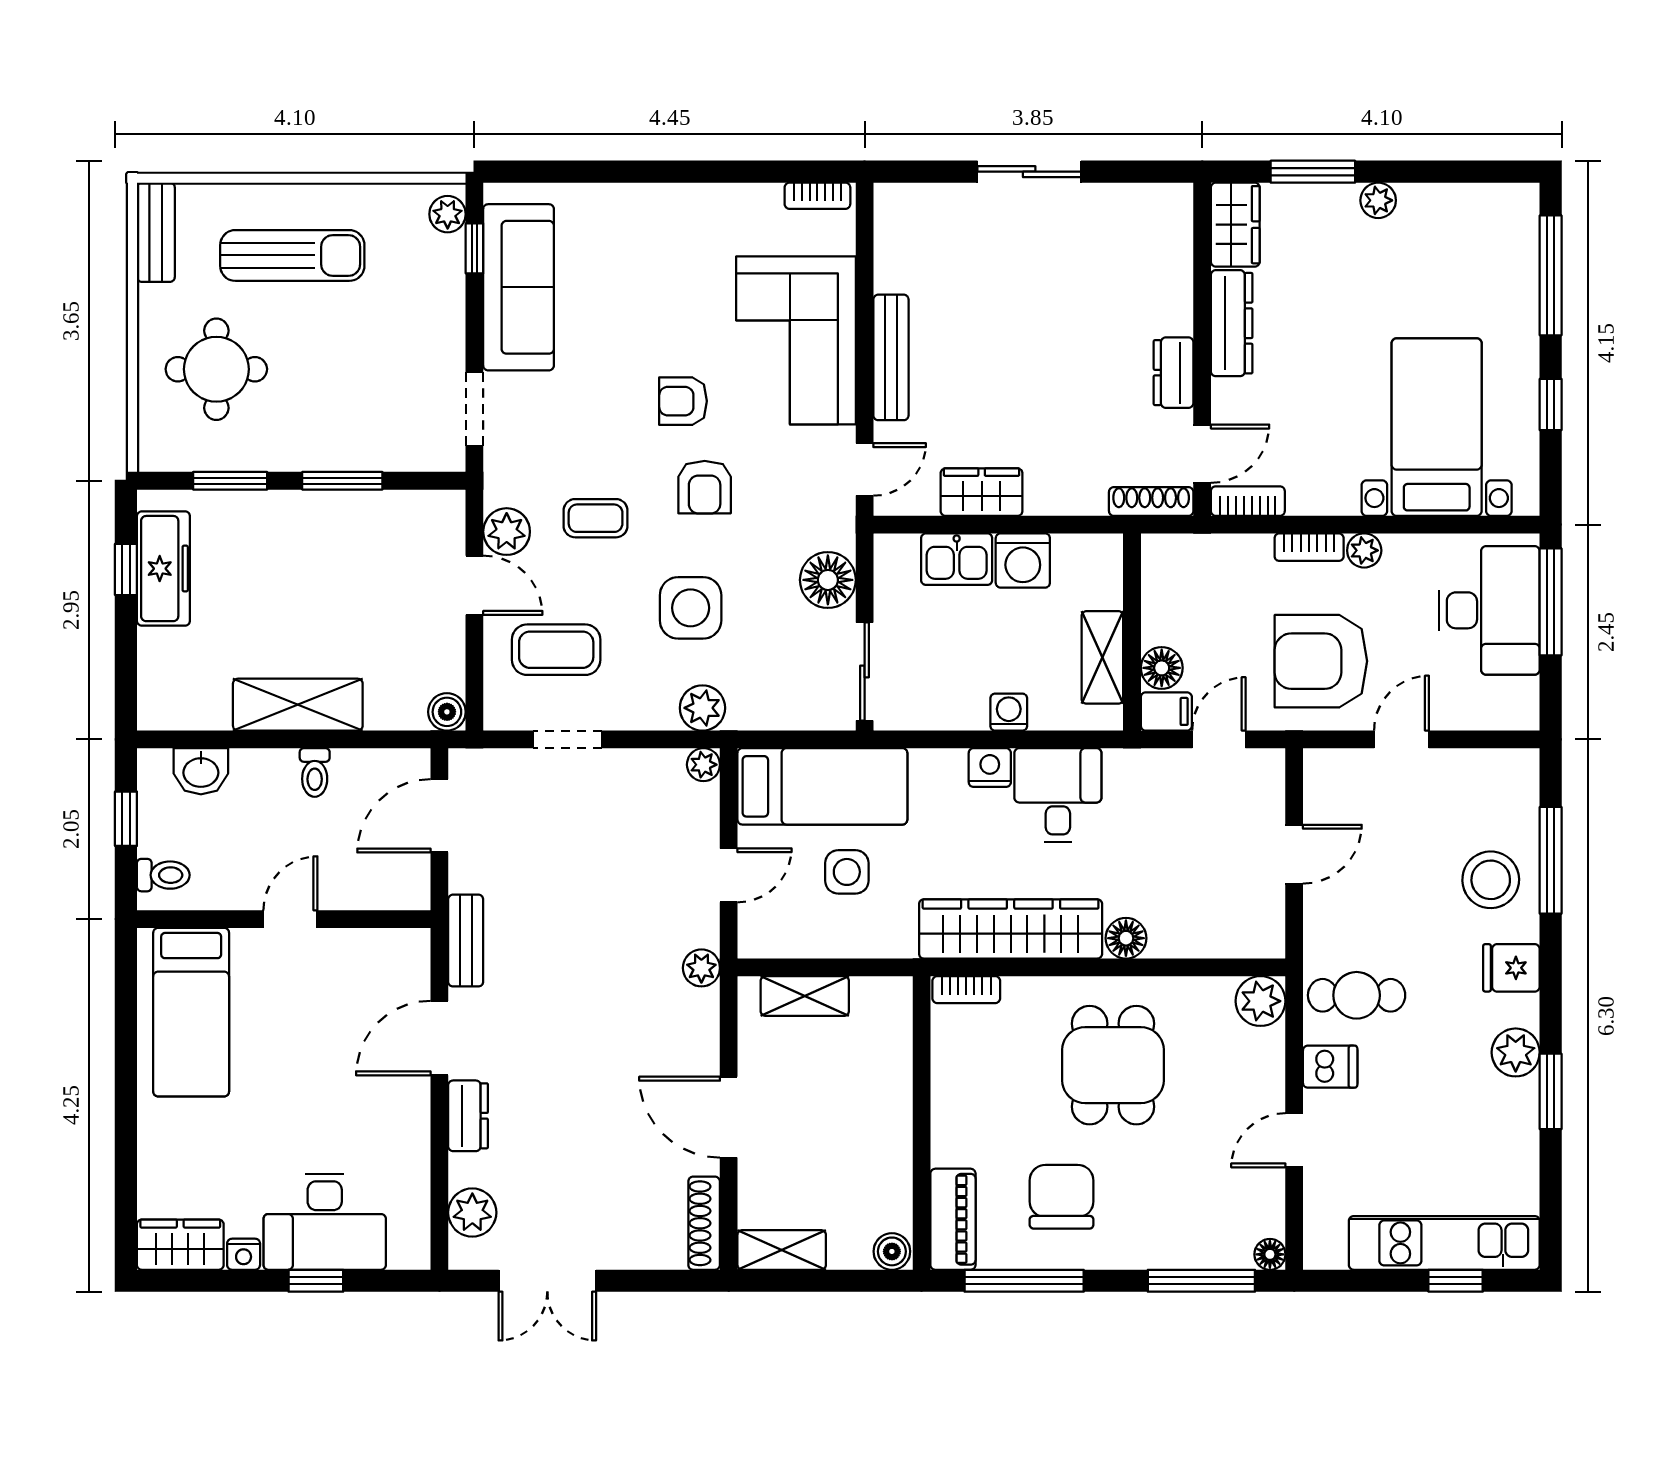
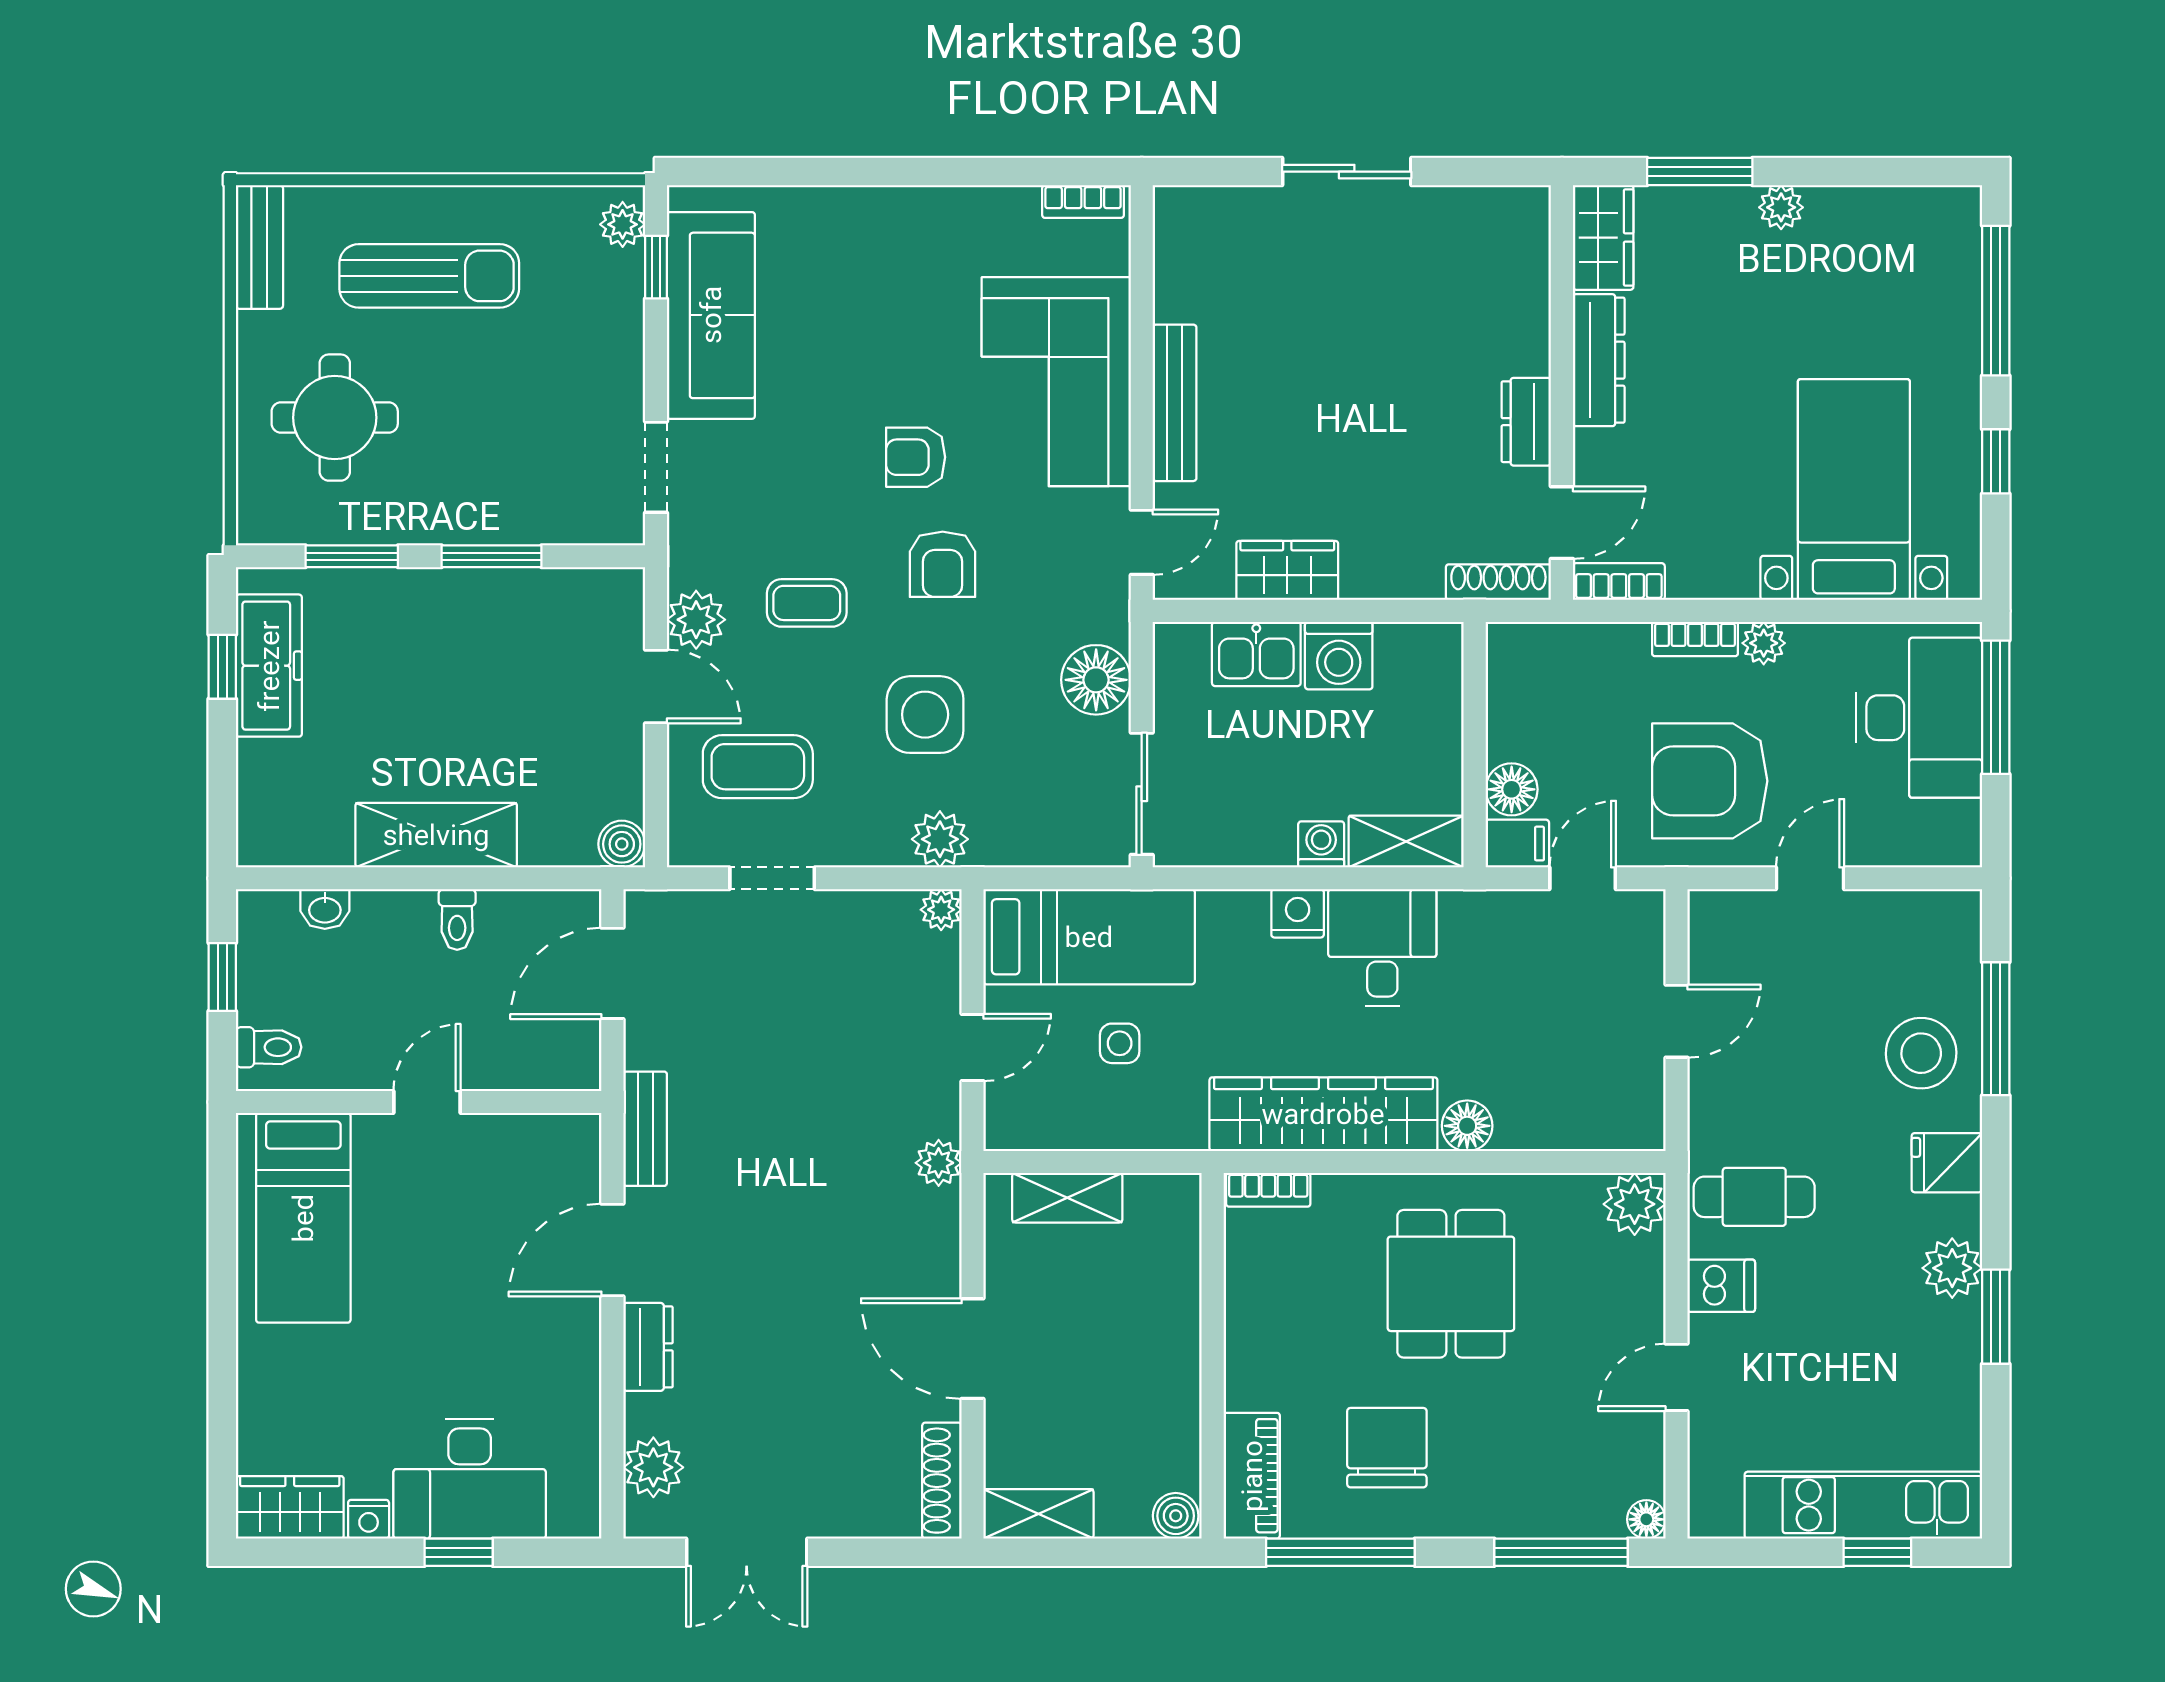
shelving: (1102, 657) -> (1406, 841), moved, turned 90
washbasin: (201, 771) -> (325, 909), width x0.72, depth x0.69
side table: (847, 872) -> (1120, 1043), width x0.73, depth x0.73

